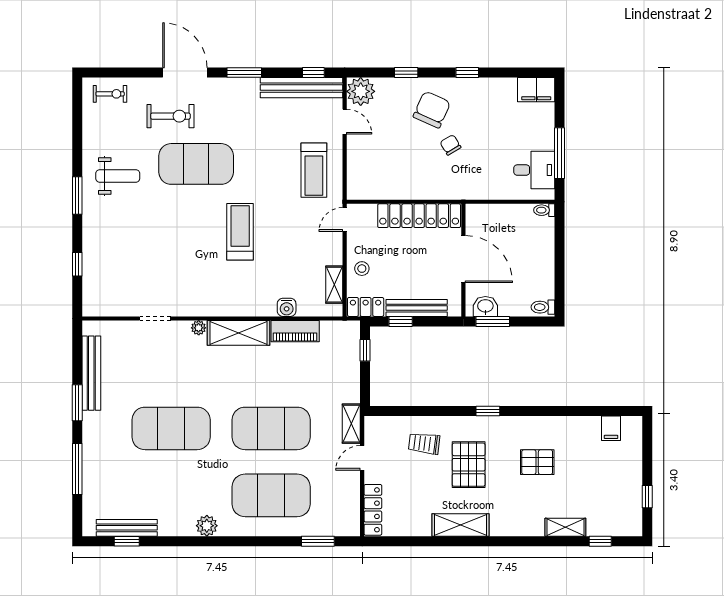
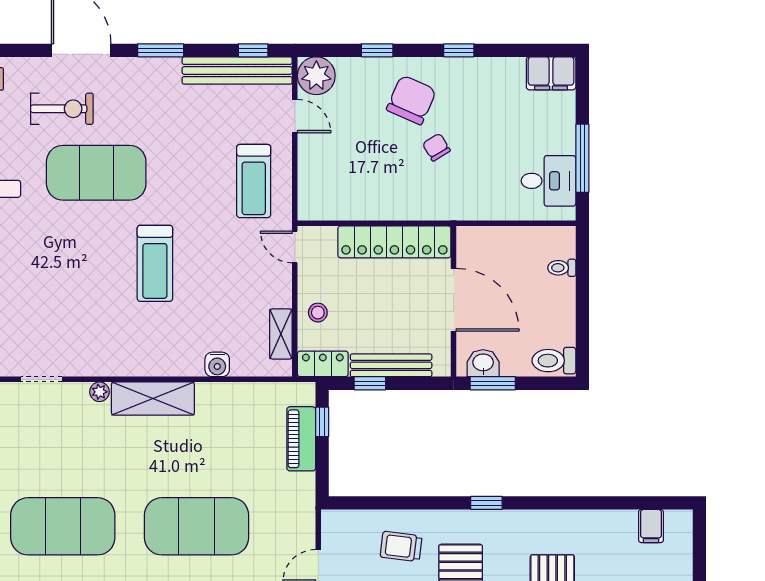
toilet: (544, 210) -> (562, 268), moved
door: (345, 220) -> (295, 247), hinge flipped
treadmill: (240, 232) -> (155, 263), turned 180
toilet: (543, 307) -> (554, 361), width x1.37, depth x1.39
piano: (295, 331) -> (301, 439), moved, turned 90
shelving: (351, 424) -> (304, 520), removed

